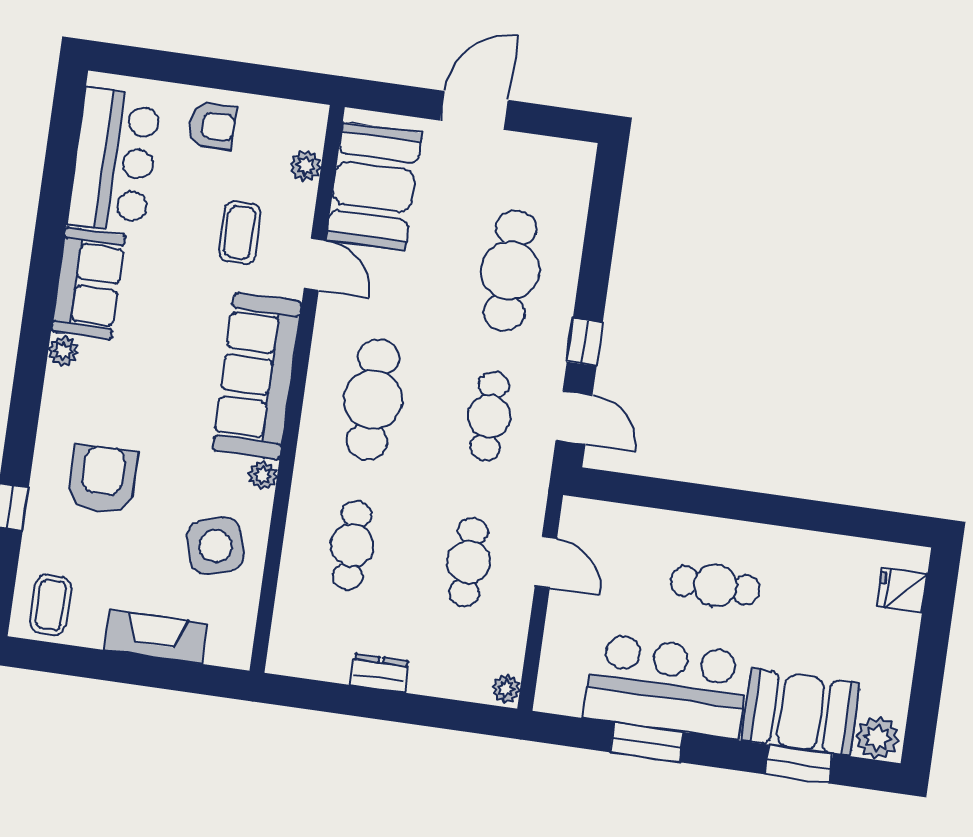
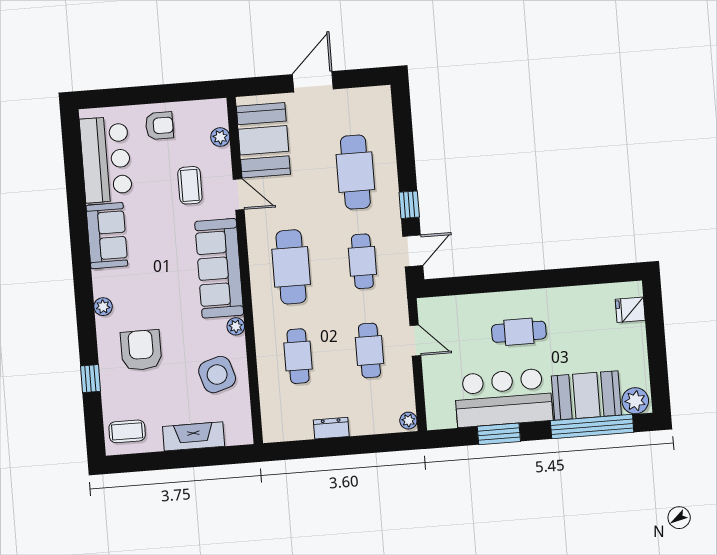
plant: (63, 351) -> (103, 307), moved
door: (574, 418) -> (413, 251), hinge flipped
coffee table: (51, 605) -> (127, 431), turned 90
window: (799, 764) -> (592, 427), width x2.11

